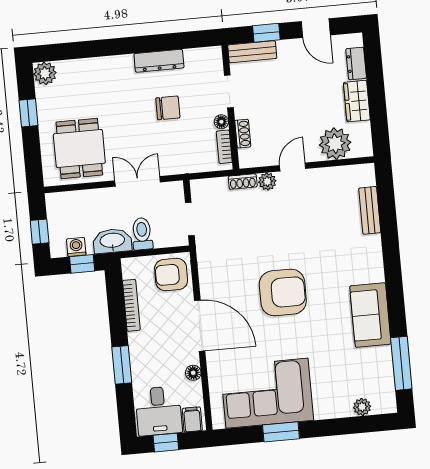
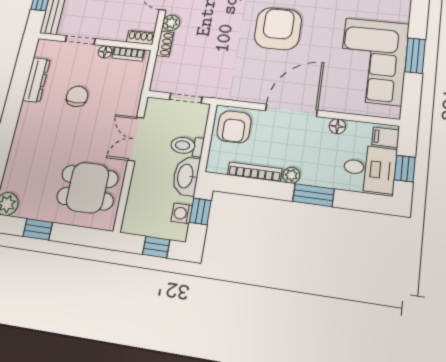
dresser: (159, 61) -> (36, 80), moved
shoe rack: (243, 134) -> (141, 38), moved
plant: (136, 340) -> (291, 175), added

